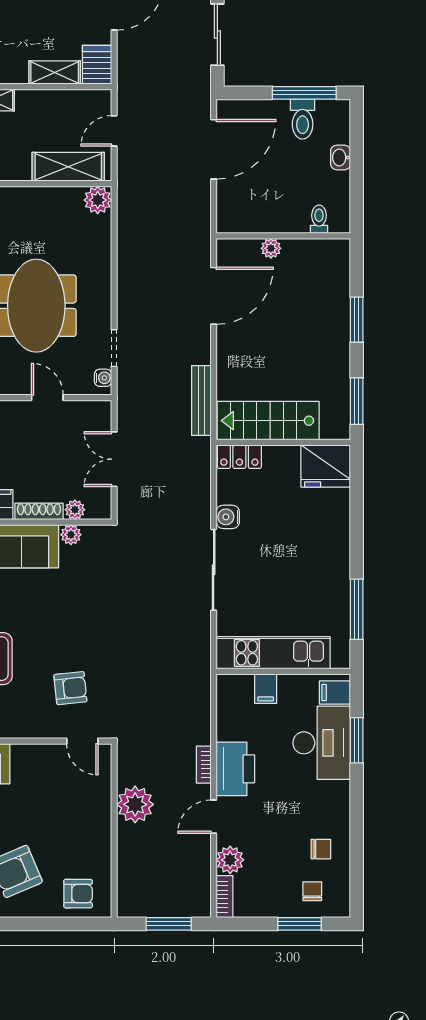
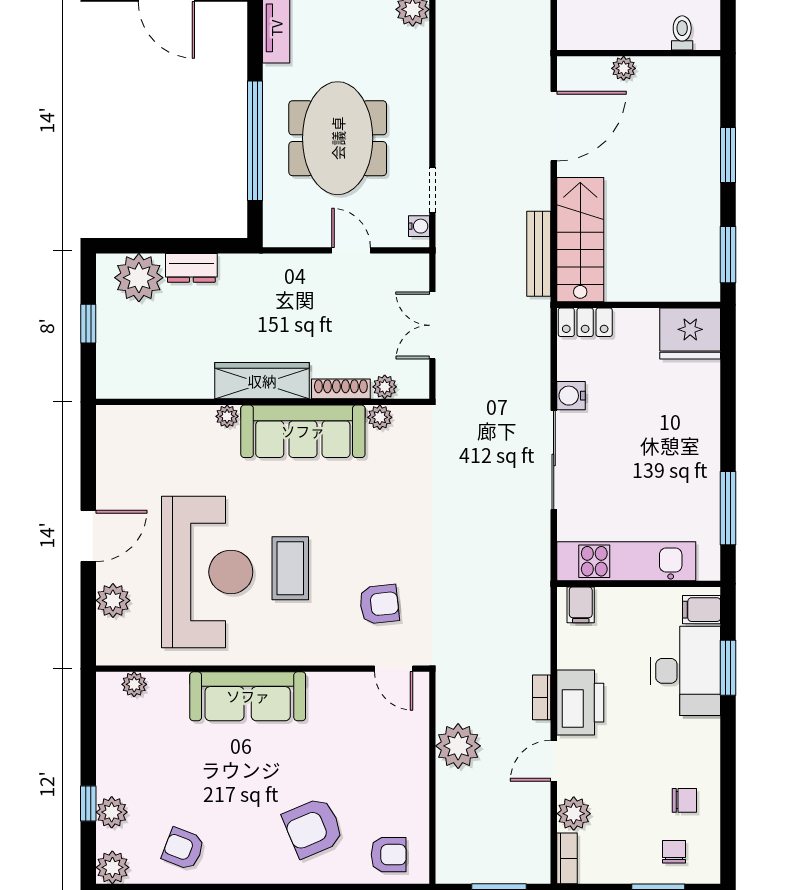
stairs: (268, 421) -> (580, 240), moved, turned 90
filing cabinet: (266, 689) -> (581, 605), moved

